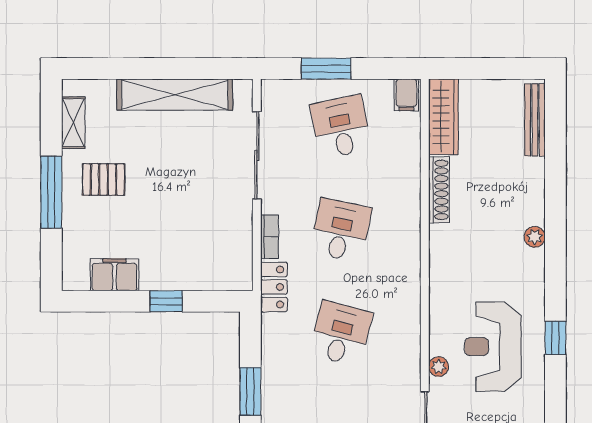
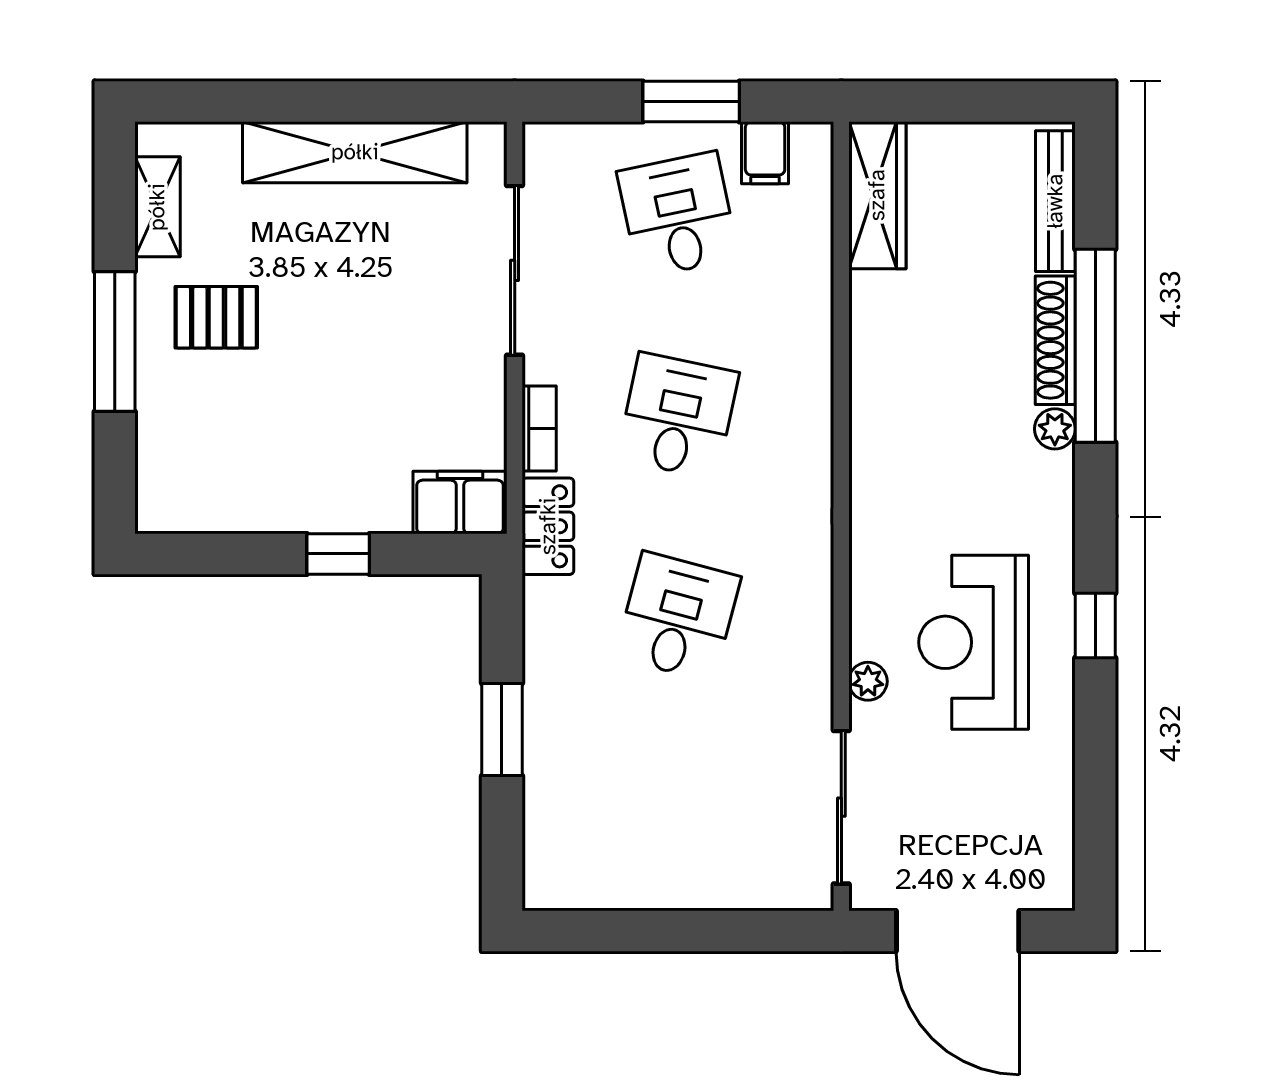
window: (326, 69) -> (691, 101), moved
filing cabinet: (406, 95) -> (765, 153), moved
shoe rack: (439, 190) -> (1055, 340), moved, turned 180
window: (555, 194) -> (1095, 346), added
filing cabinet: (115, 275) -> (460, 503), moved

